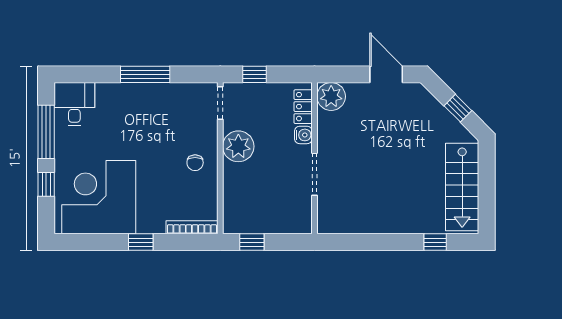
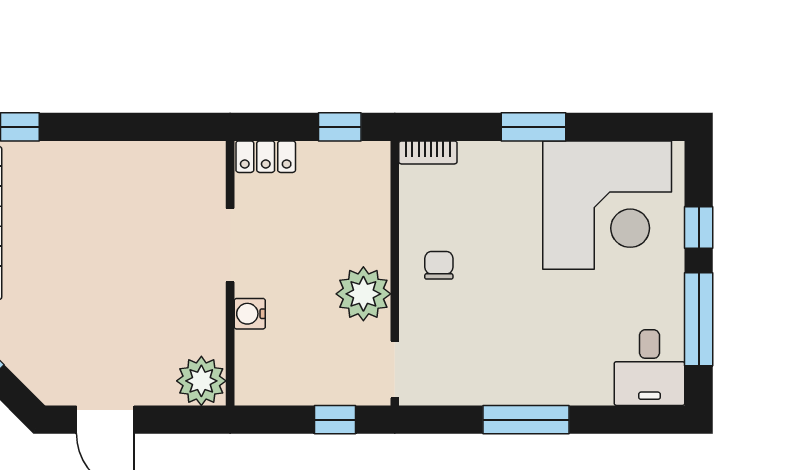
locker: (303, 107) -> (266, 157), moved, turned 90
bookcase: (192, 227) -> (428, 152), width x0.64
window: (141, 242) -> (534, 127), width x1.50

